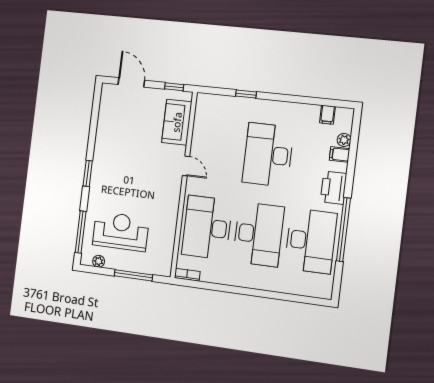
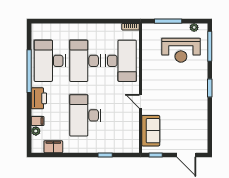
filing cabinet: (327, 115) -> (53, 147), width x2.00
desk: (268, 155) -> (85, 115), turned 180

